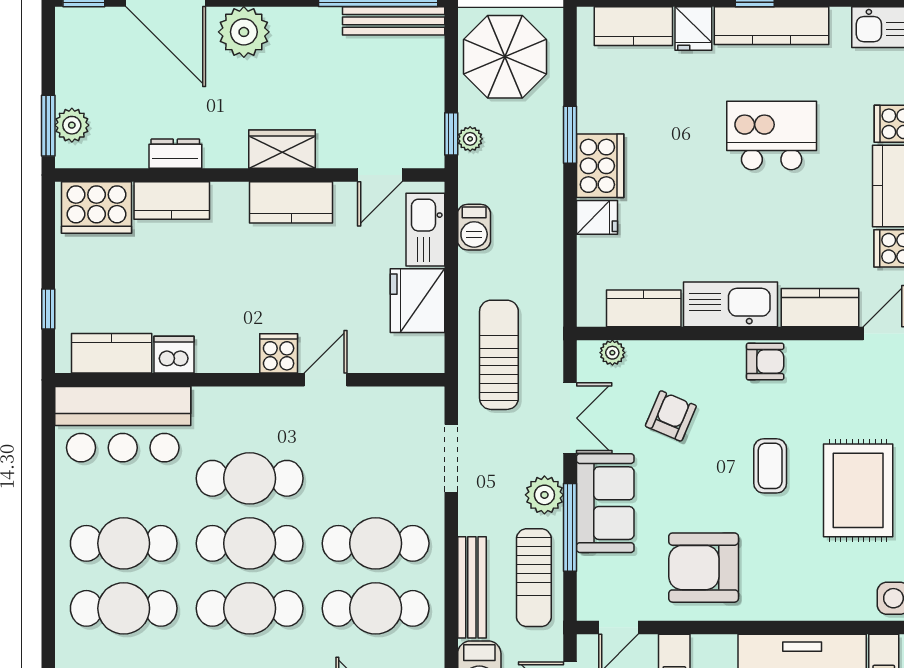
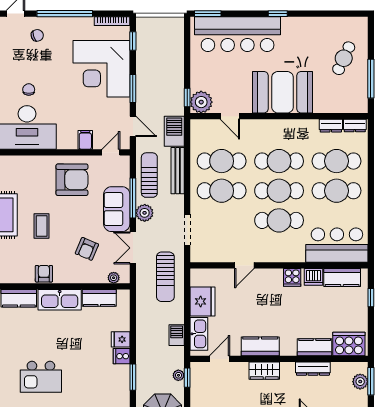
dresser: (175, 154) -> (313, 369), width x1.44
cooker: (600, 166) -> (122, 356), width x0.53, depth x0.76
cooker: (279, 353) -> (292, 277), moved
armchair: (765, 362) -> (44, 274), turned 90

